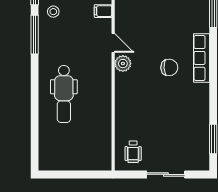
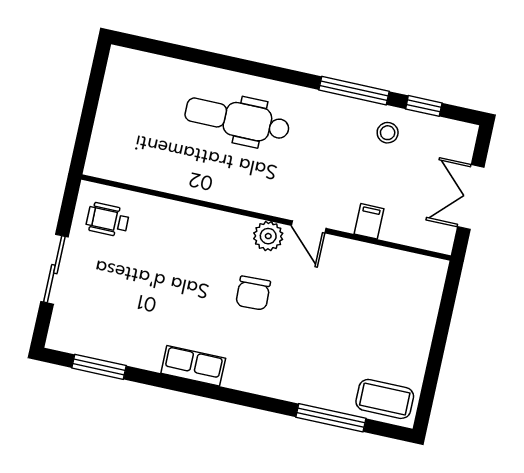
door: (113, 43) -> (309, 227), hinge flipped
row of seats: (201, 58) -> (193, 366), moved, width x0.68
chair: (169, 67) -> (253, 293), moved

